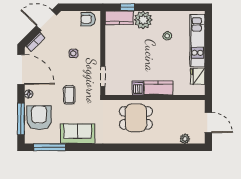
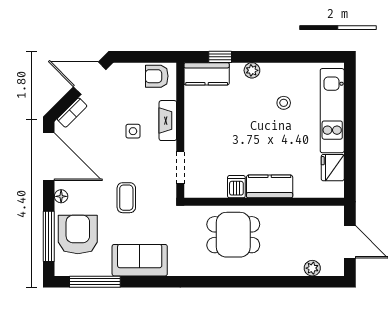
plant: (143, 20) -> (252, 70), width x0.53, depth x0.53
fireplace: (95, 47) -> (168, 121), added

